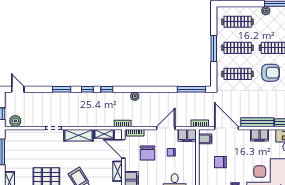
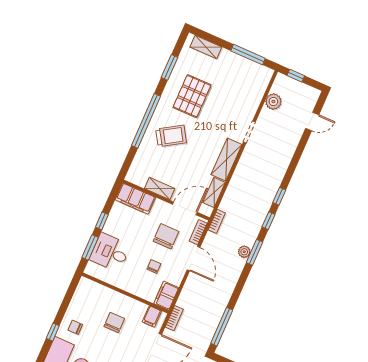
door: (18, 89) -> (312, 121), moved
window: (62, 89) -> (255, 252), moved
plant: (15, 121) -> (273, 102), moved
door: (166, 128) -> (193, 259), moved
chair: (148, 153) -> (166, 236), turned 90

